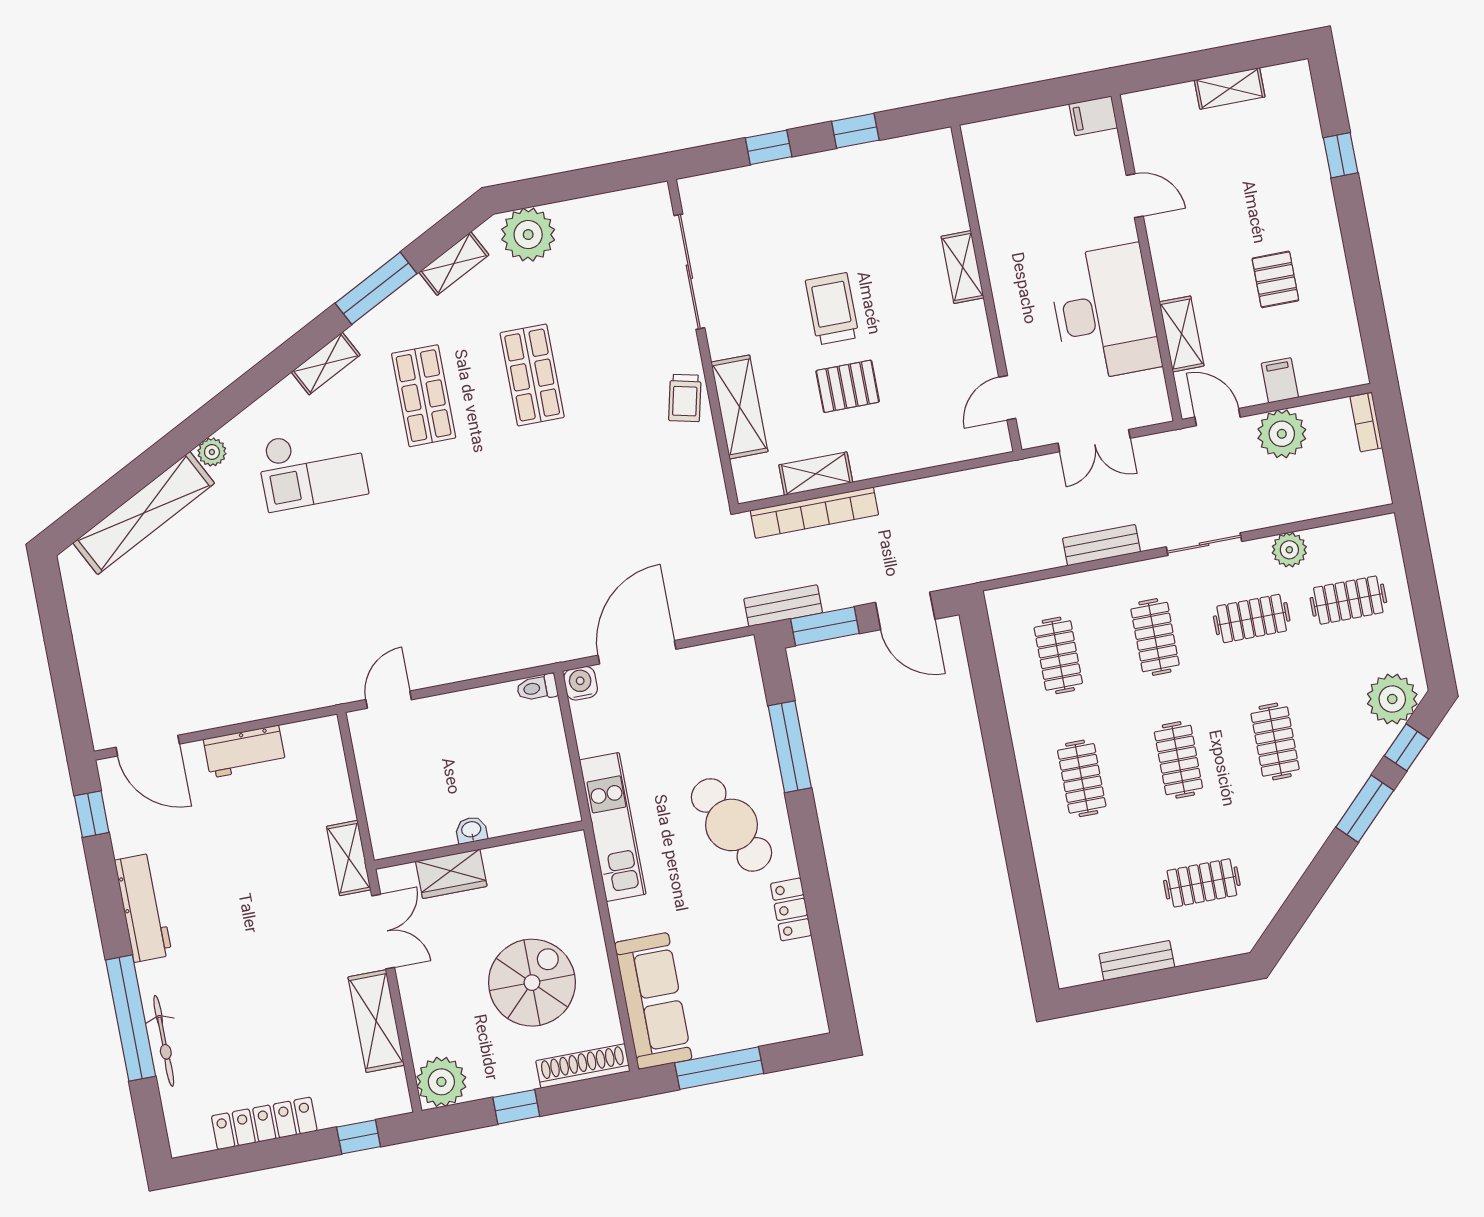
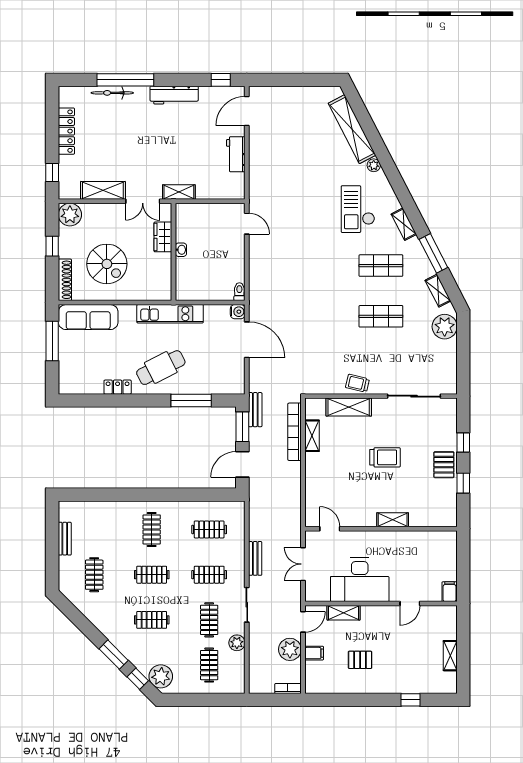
pallet: (848, 386) -> (444, 465), moved
clothes rail: (1082, 778) -> (152, 529), turned 90

